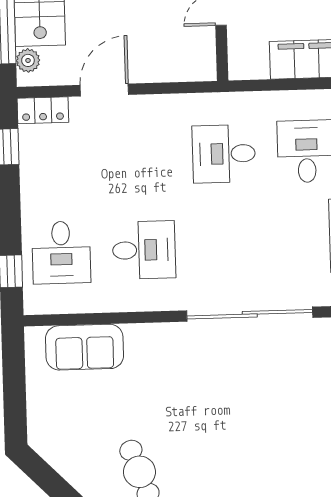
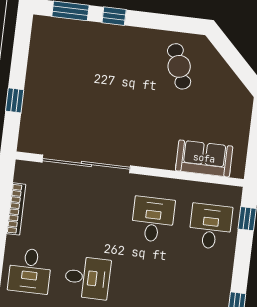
desk: (144, 250) -> (153, 219), turned 90

